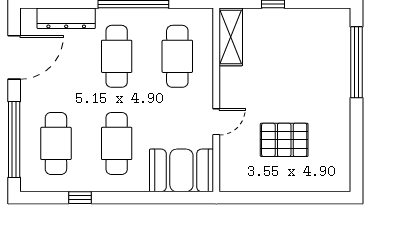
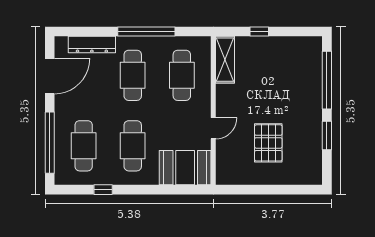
window: (357, 131) -> (327, 136), added
pallet: (284, 140) -> (268, 143), turned 90

